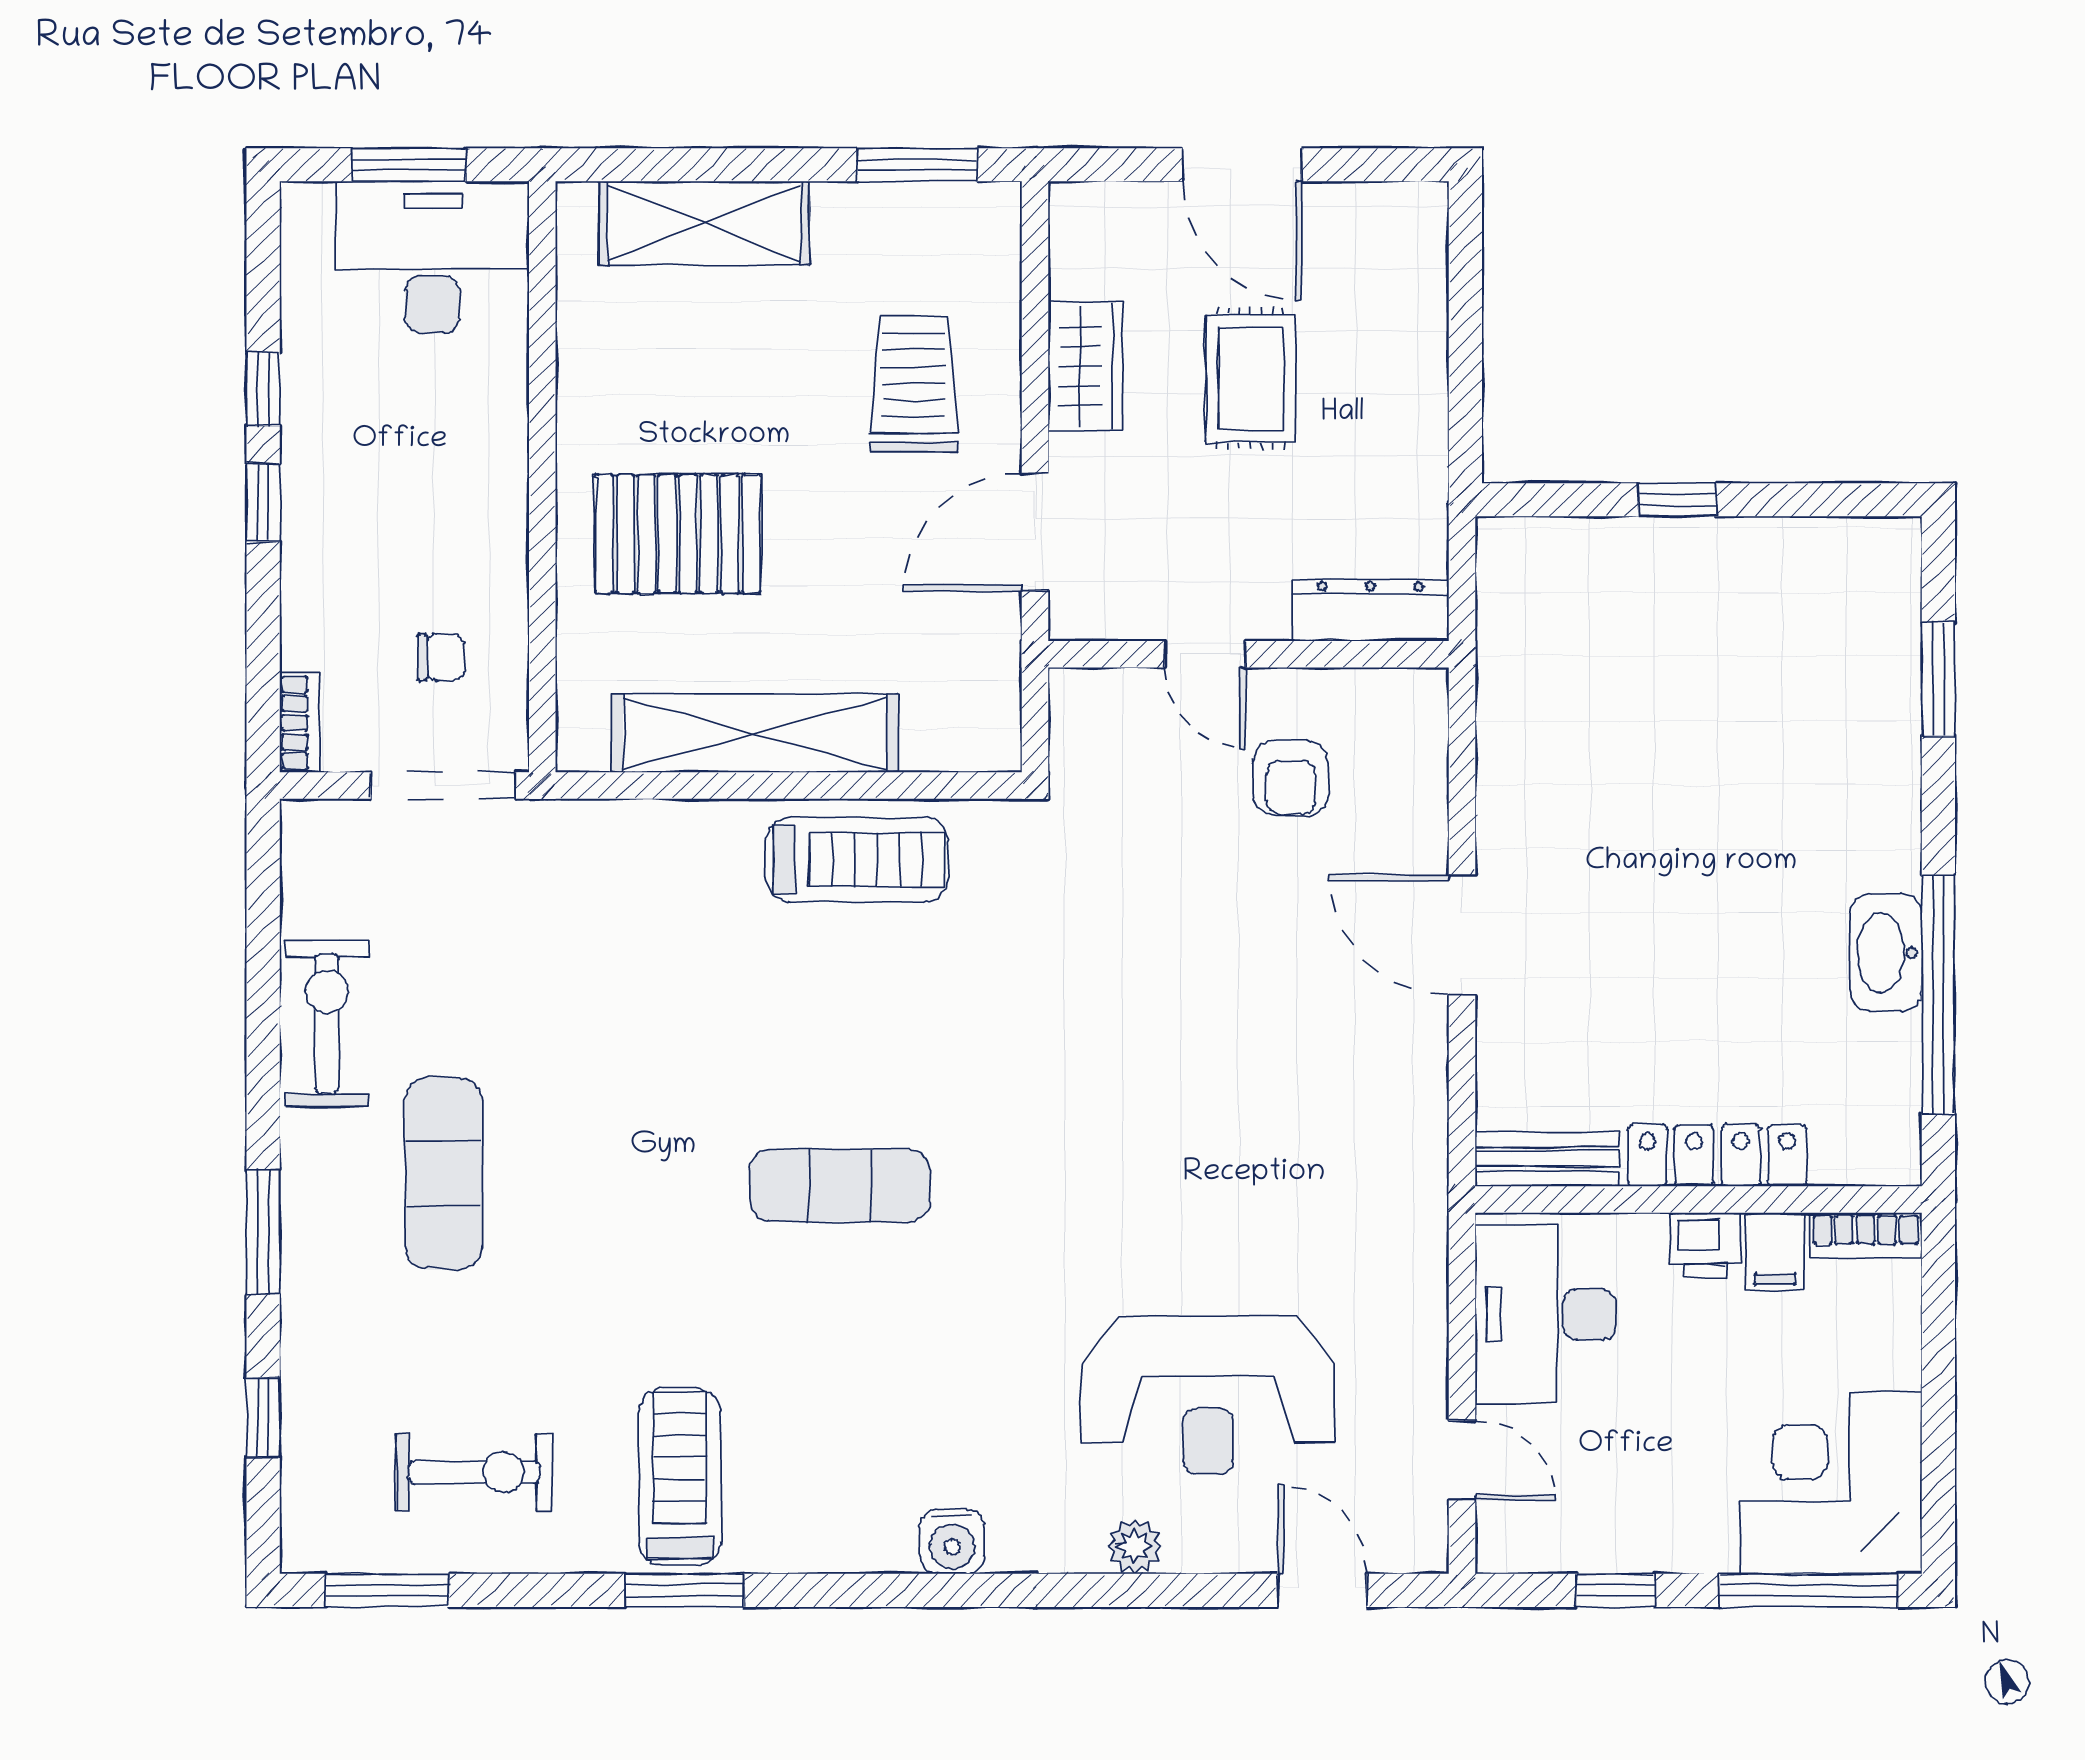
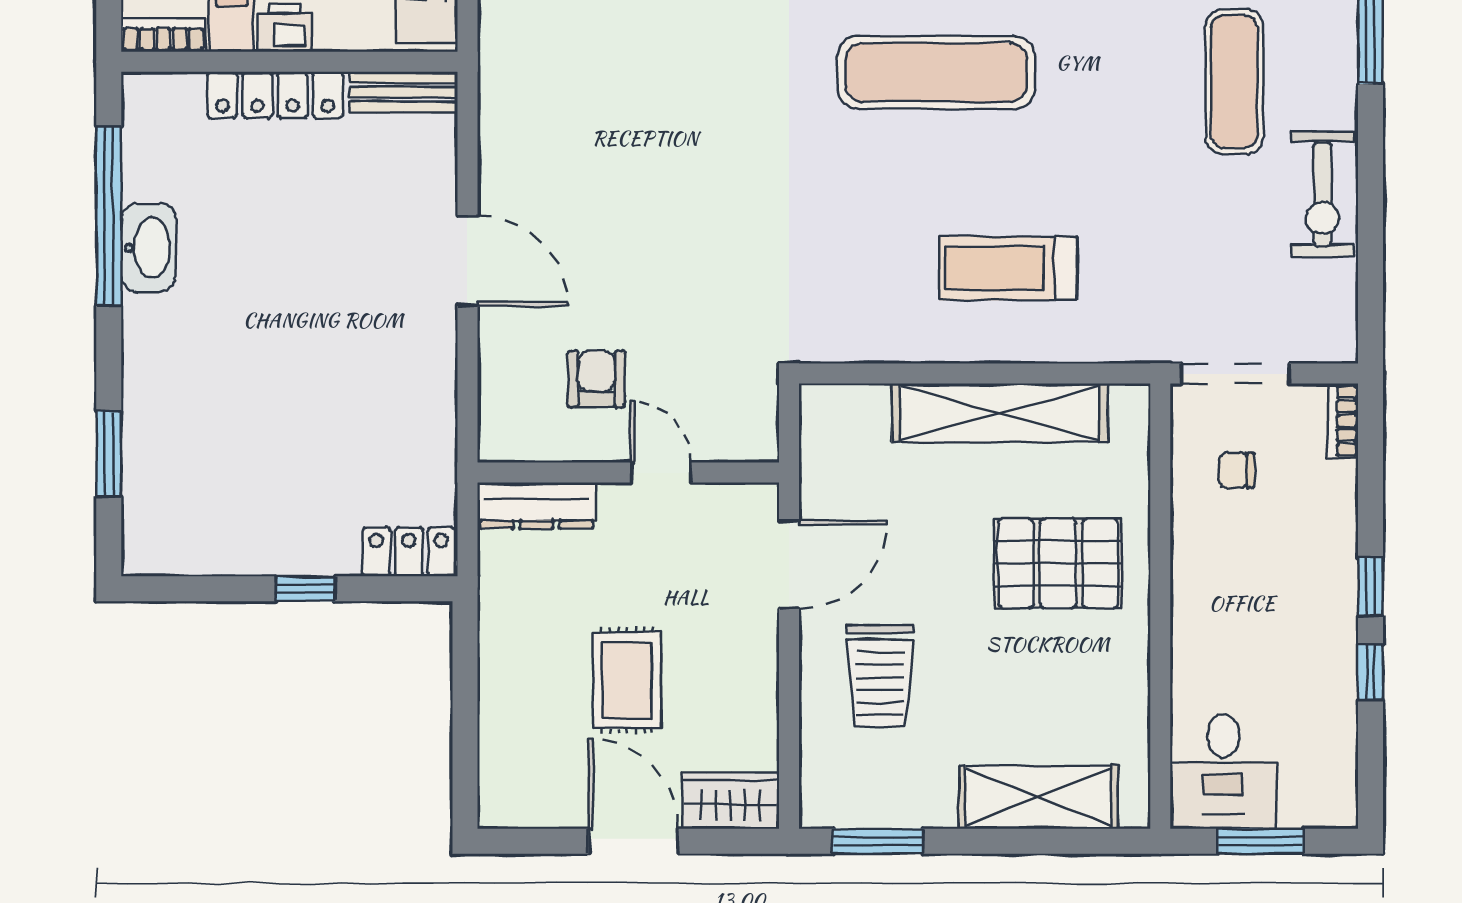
desk: (432, 257) -> (1223, 771), width x0.73
wardrobe: (1086, 366) -> (731, 801), moved, turned 90
locker: (1540, 549) -> (409, 552), added
treadmill: (857, 860) -> (1008, 268), moved
exercise mat: (840, 1185) -> (936, 72), width x1.36, depth x1.45

